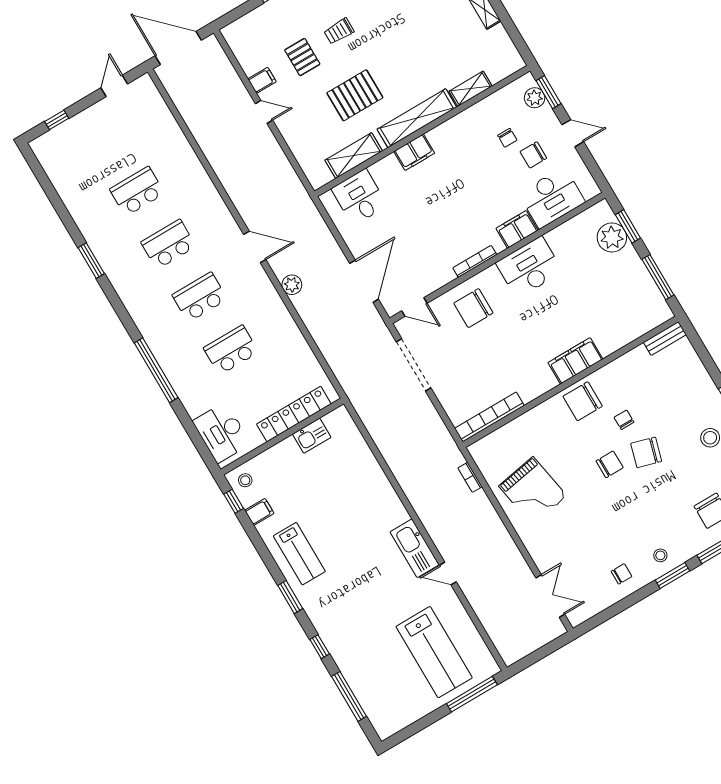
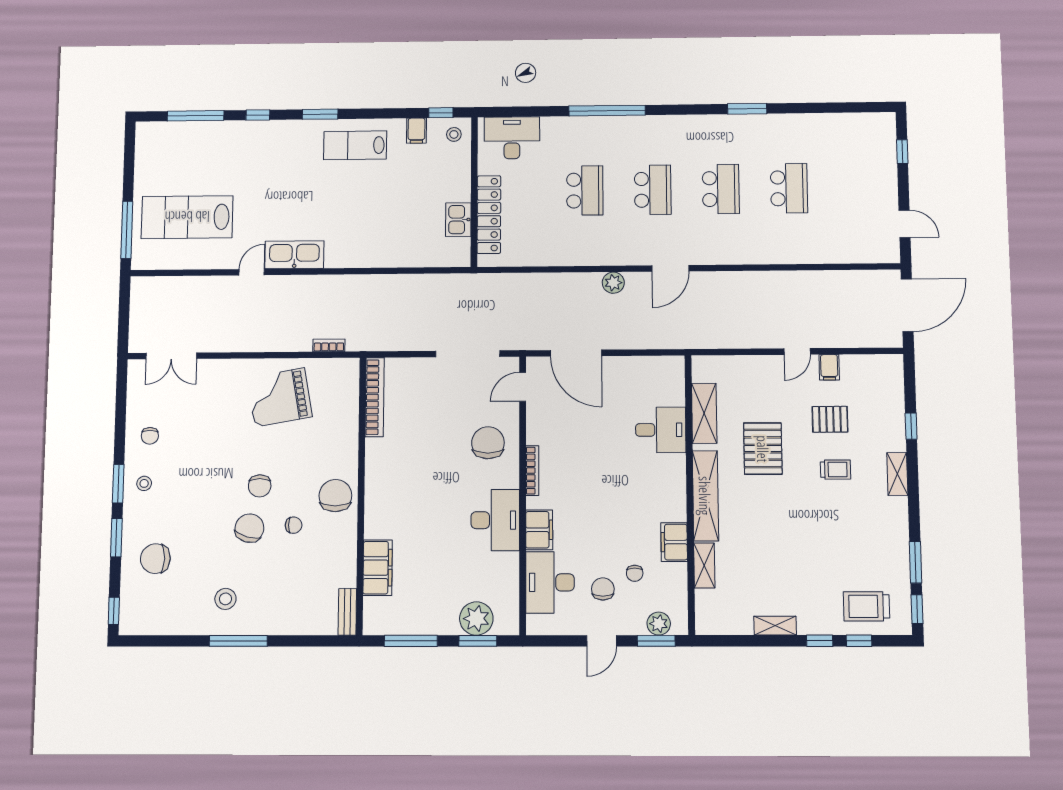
trolley: (339, 31) -> (836, 470), turned 90
chair: (507, 138) -> (635, 573), turned -90
filing cabinet: (414, 152) -> (674, 542), moved
desk: (359, 197) -> (661, 430), moved
filing cabinet: (575, 361) -> (378, 568), moved

